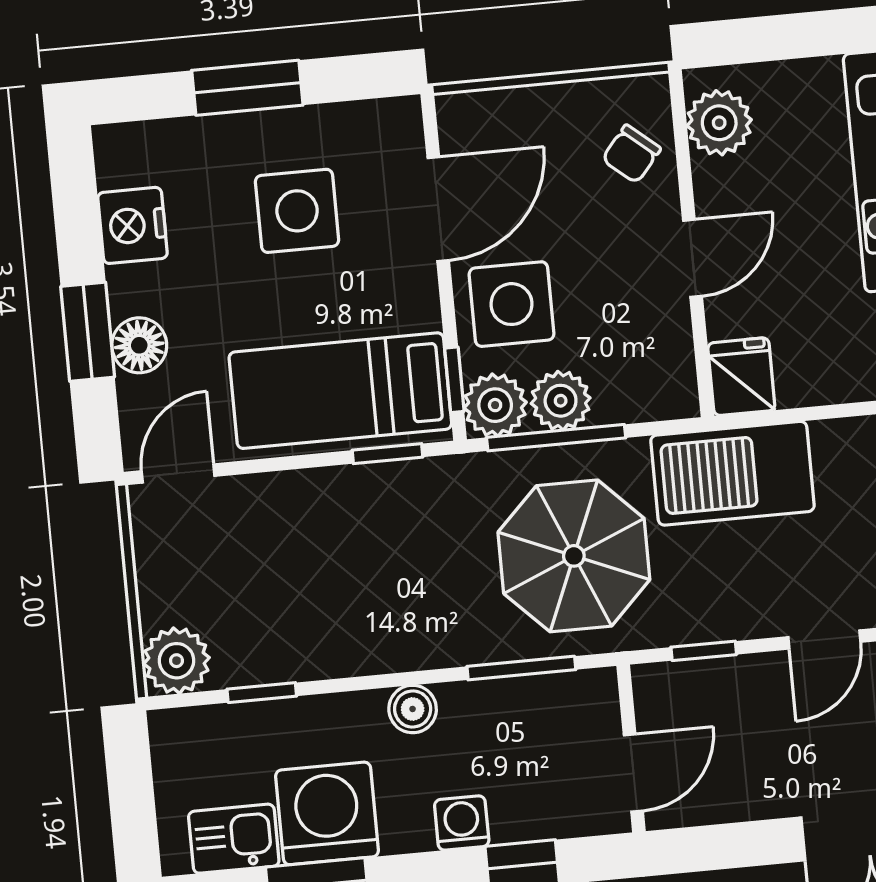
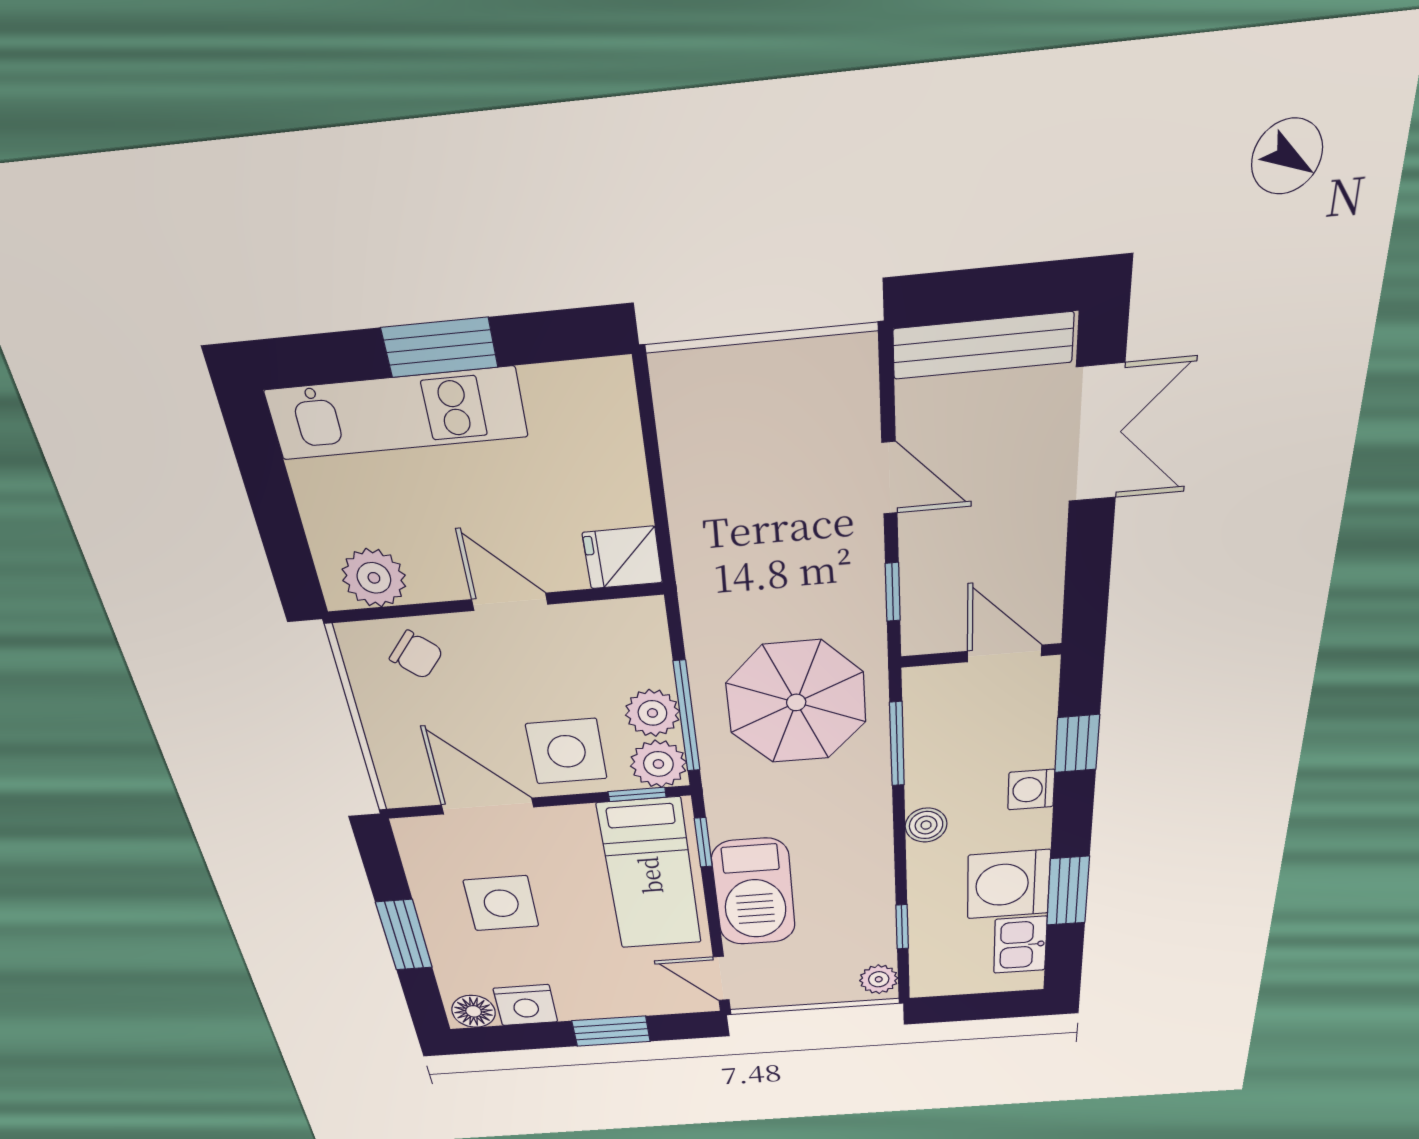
floor lamp: (139, 345) -> (474, 1011), moved
barbecue: (732, 473) -> (754, 892), moved
plant: (177, 661) -> (879, 979), width x0.73, depth x0.73

